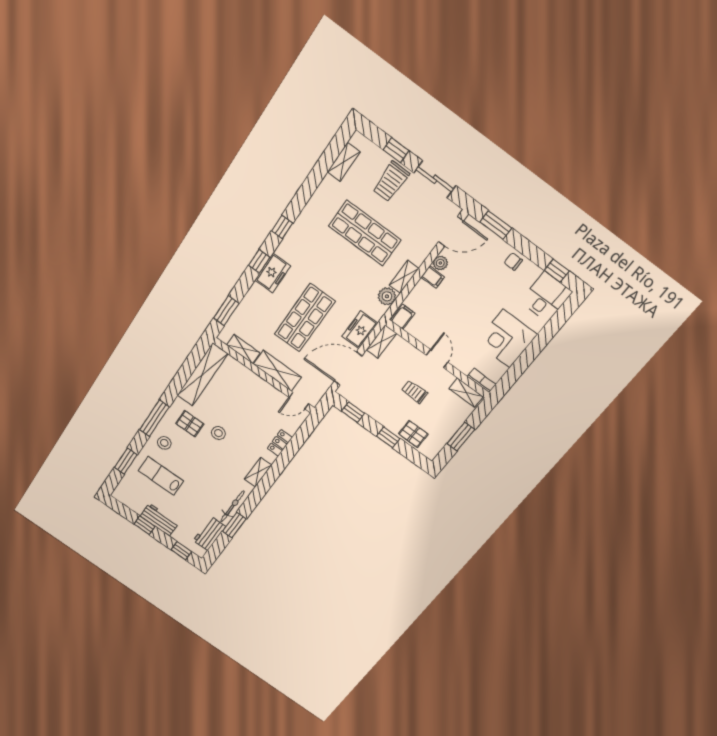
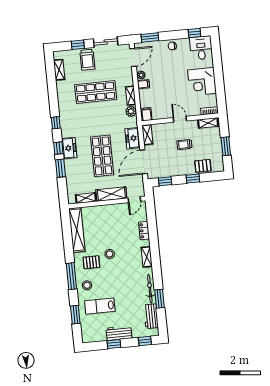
window: (226, 311) -> (60, 168), moved

